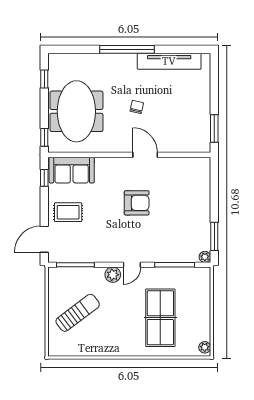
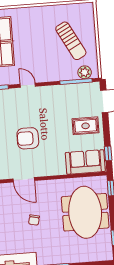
door: (132, 265) -> (28, 85), hinge flipped
plant: (113, 275) -> (85, 72), moved
sun lounger: (78, 313) -> (71, 41), turned -81

